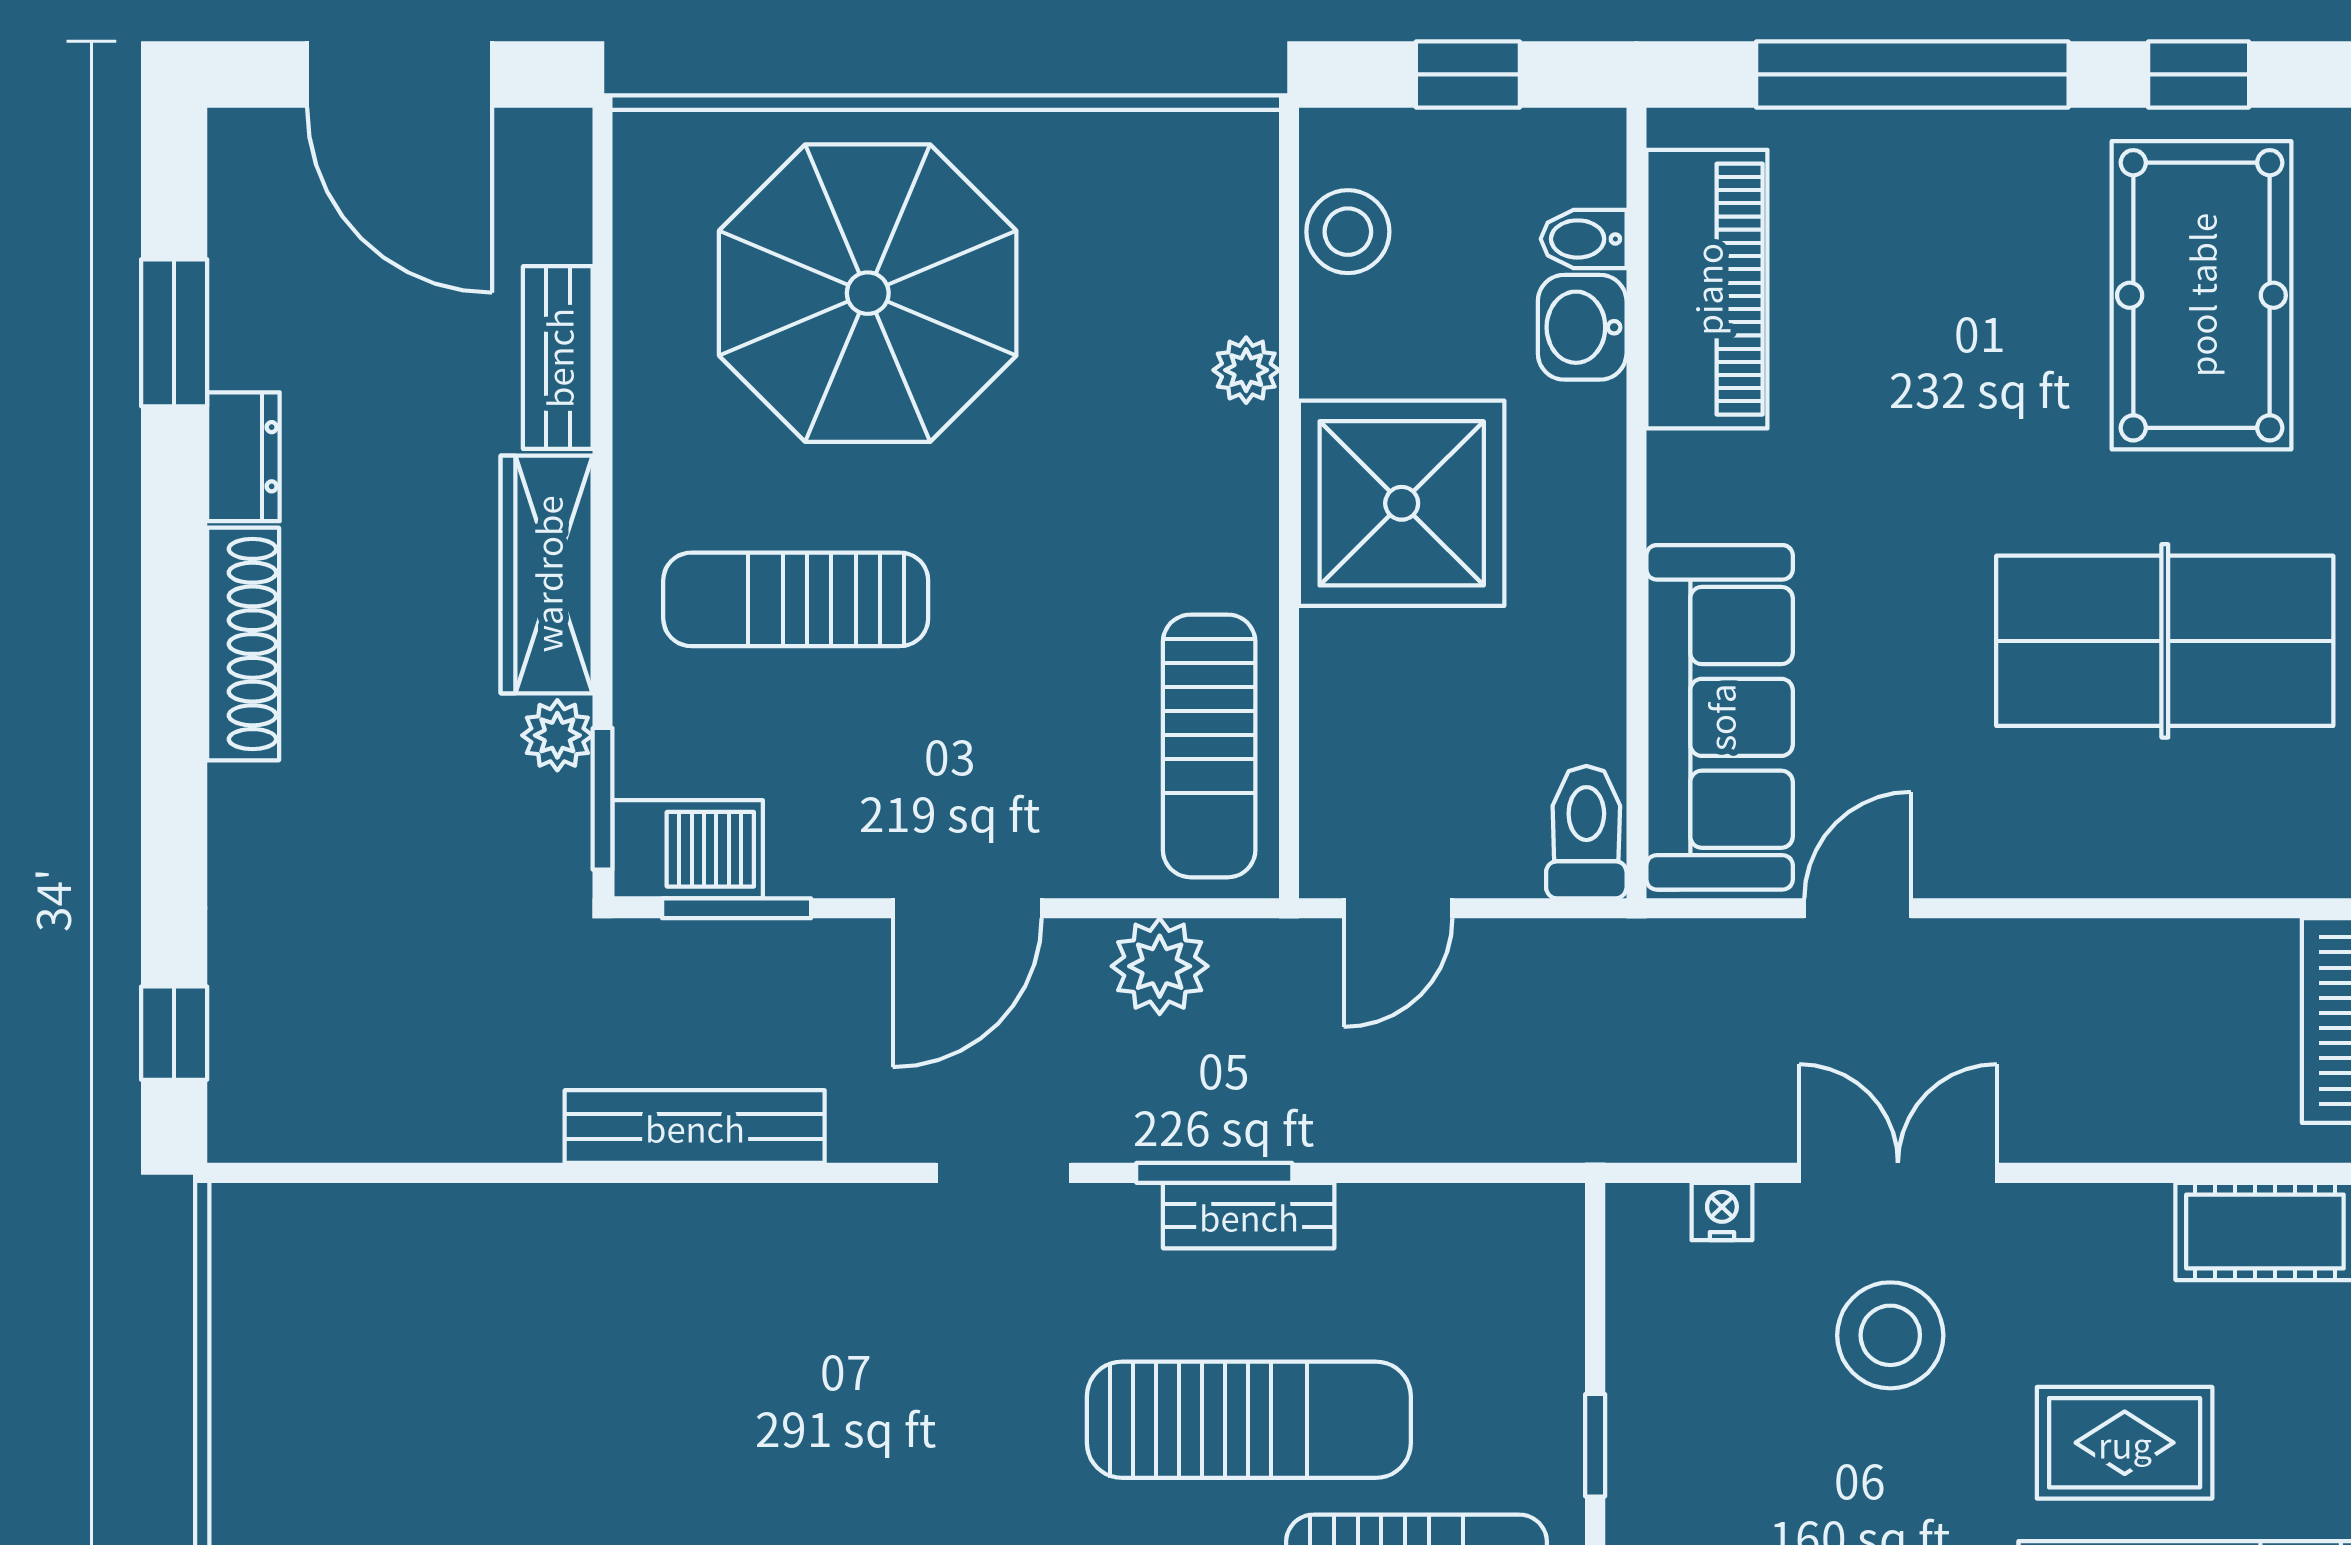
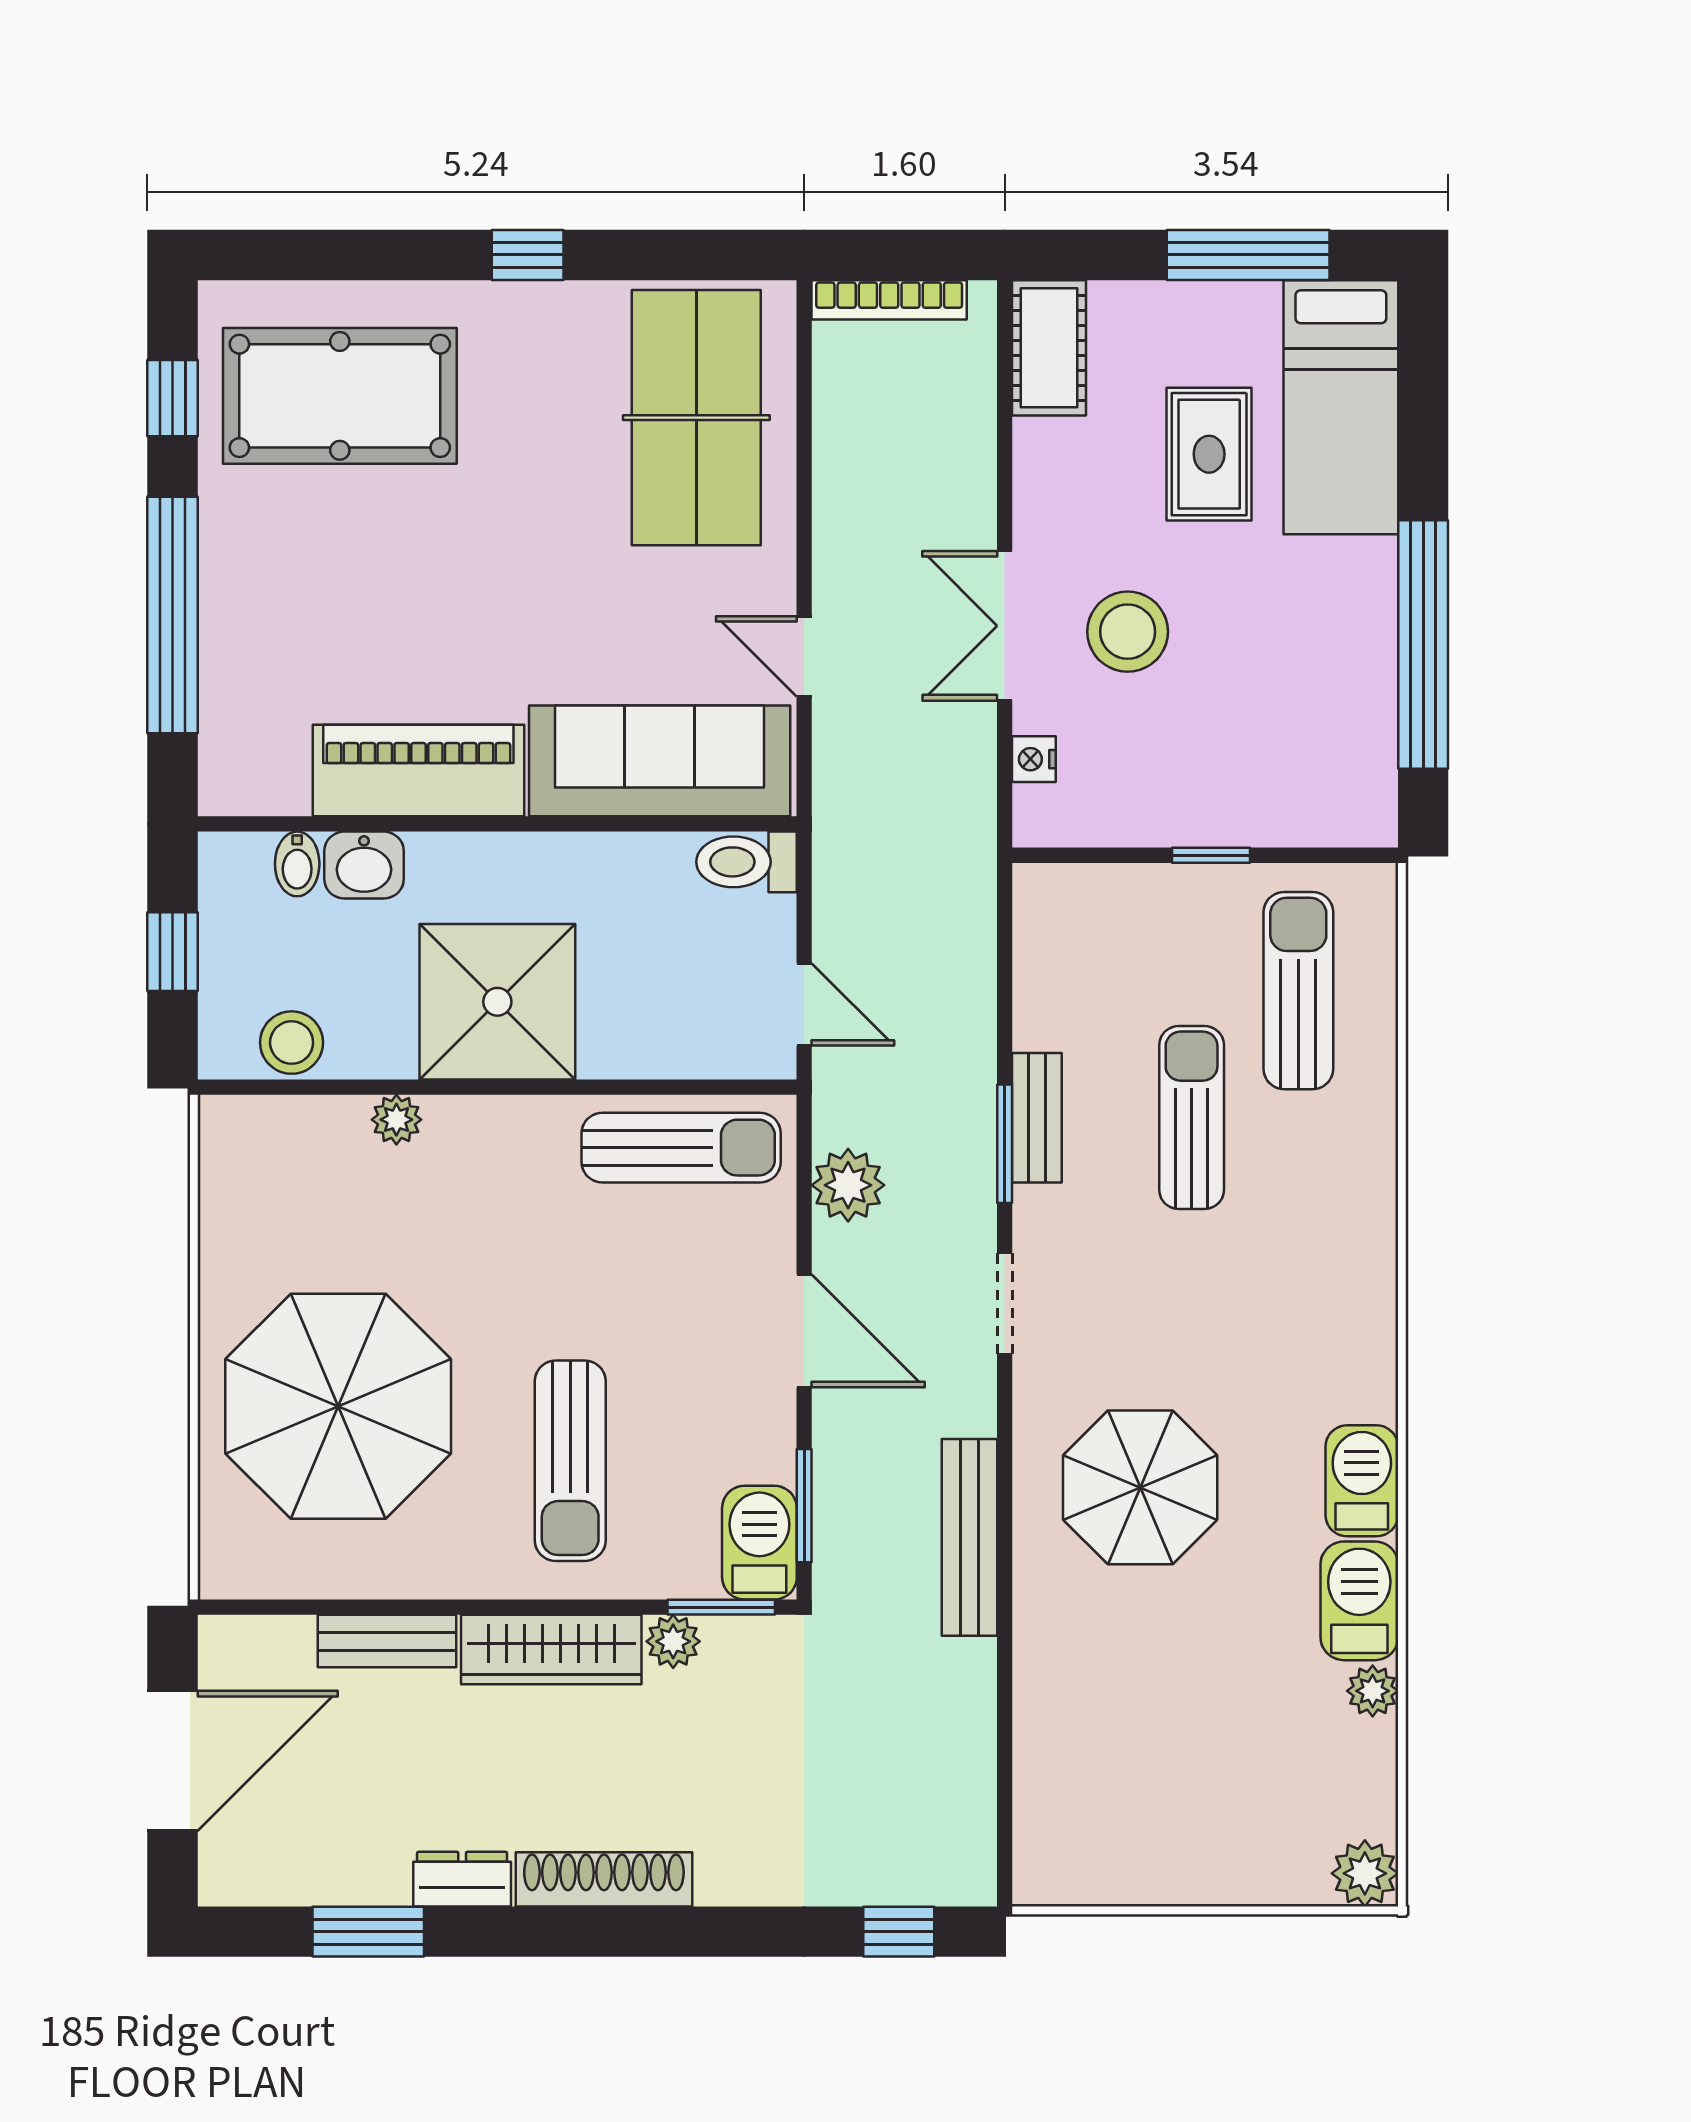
piano: (1707, 289) -> (418, 771), moved
table tennis table: (2165, 641) -> (696, 418), moved
parasol: (761, 1352) -> (1140, 1487), added
sun lounger: (1249, 1420) -> (1192, 1117), width x0.73, depth x0.75

